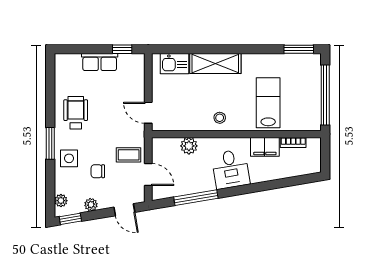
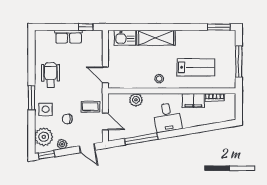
window: (325, 95) -> (239, 62), width x0.68
lab bench: (268, 103) -> (196, 67), turned 90
plant: (61, 201) -> (44, 137), width x1.88, depth x1.88

